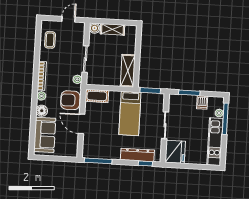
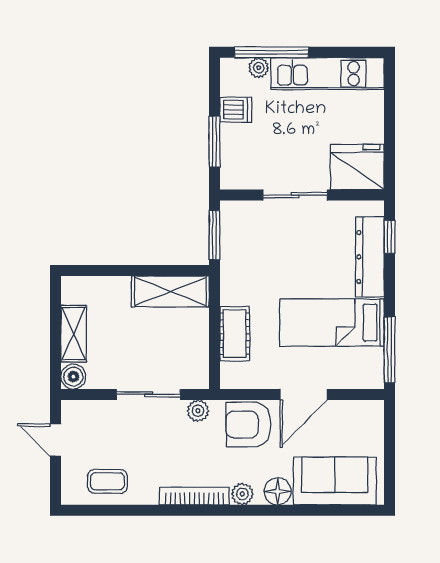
cot: (97, 96) -> (235, 334), moved
armchair: (70, 100) -> (249, 425), turned 90
bed: (130, 113) -> (332, 323), moved, turned 180

